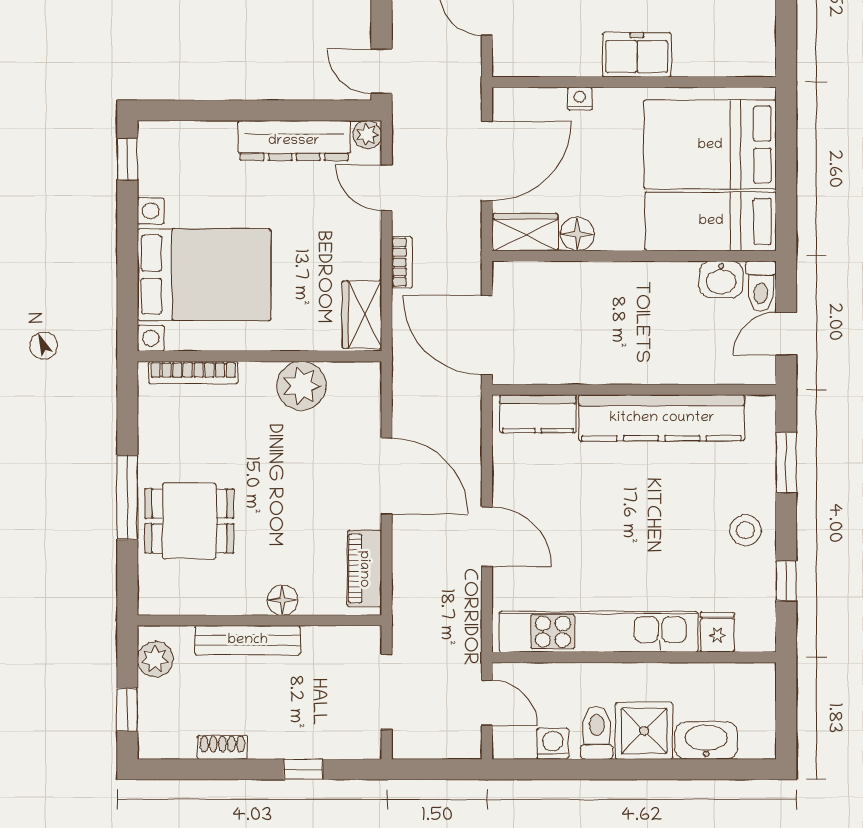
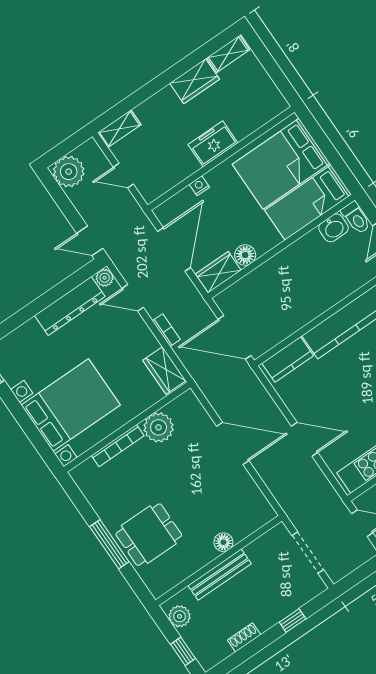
bookcase: (193, 373) -> (118, 446), moved
piano: (364, 569) -> (254, 498), removed

